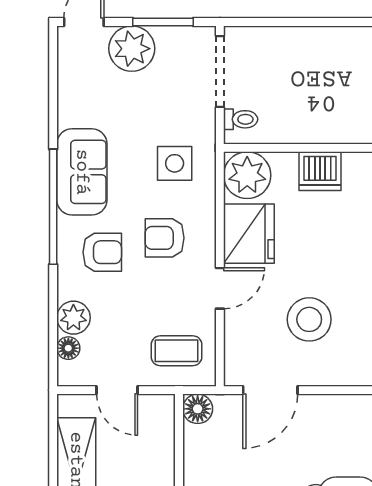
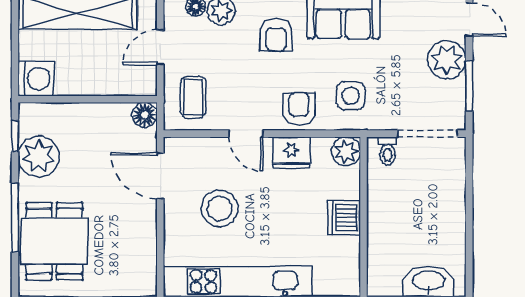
plant: (247, 175) -> (346, 151), width x0.73, depth x0.73
fridge: (249, 234) -> (292, 153), width x0.73, depth x0.75
armchair: (165, 238) -> (299, 109), moved

